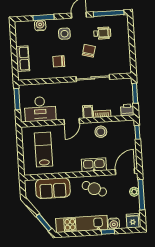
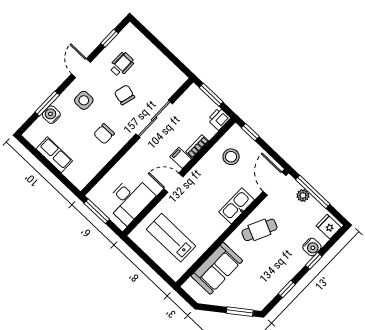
window: (109, 13) -> (110, 38), width x0.46
row of seats: (23, 59) -> (54, 155), moved
door: (72, 121) -> (173, 183), swing flipped
stool: (101, 132) -> (231, 157), moved
kitchen unit: (82, 224) -> (280, 277), removed
window: (80, 233) -> (287, 289), added

